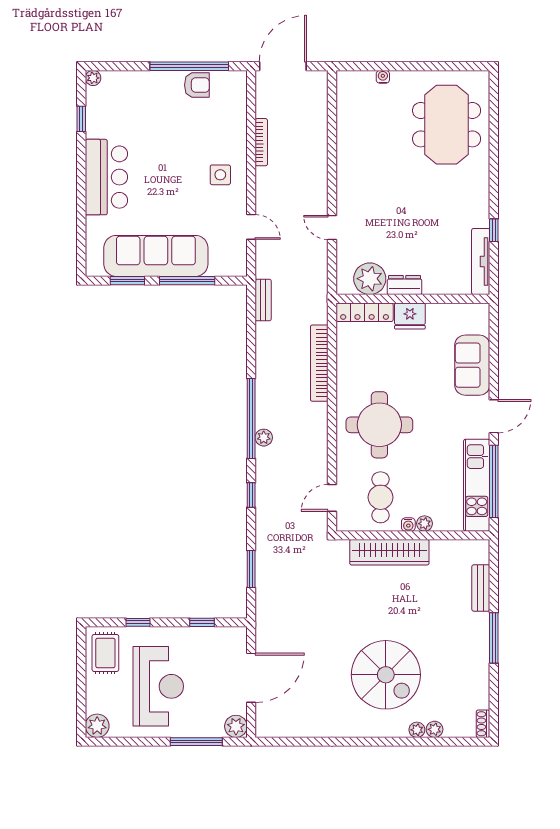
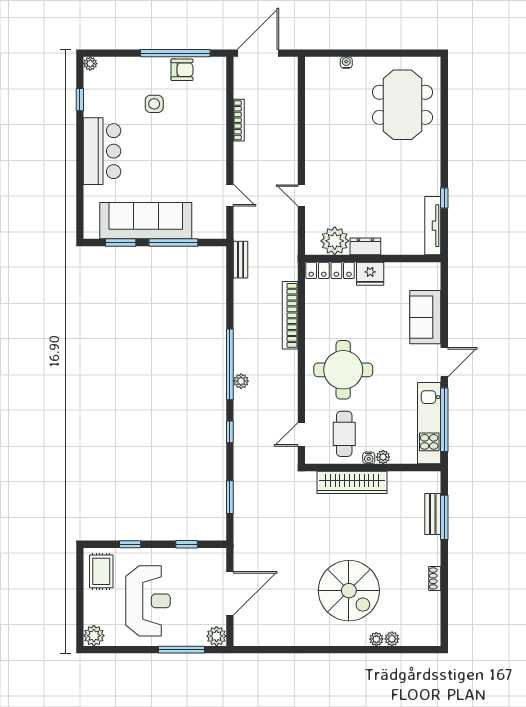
side table: (220, 175) -> (154, 104), moved
window: (494, 638) -> (444, 517), moved
shoe rack: (483, 724) -> (435, 578), moved

